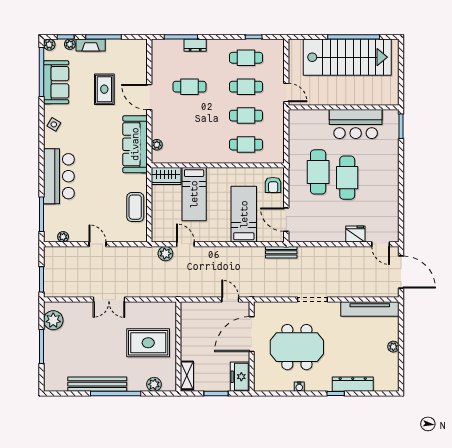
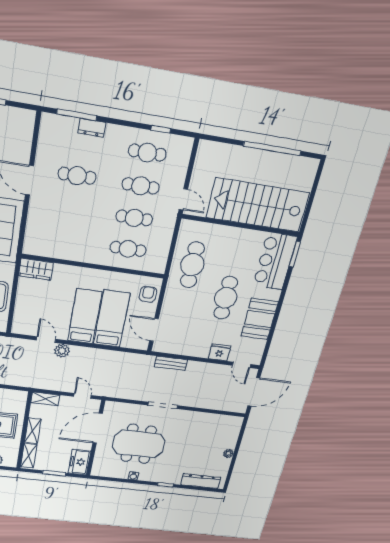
stairs: (347, 57) -> (258, 205), moved, turned 180
bar counter: (356, 124) -> (275, 261), moved, turned 90
plant: (157, 145) -> (30, 235), removed
cafe table: (318, 172) -> (192, 265), moved
armchair: (273, 185) -> (148, 294), turned 180
bed: (194, 194) -> (85, 316), moved, turned 180
booth: (385, 194) -> (260, 319), added
bench: (281, 252) -> (171, 363), moved
plant: (165, 254) -> (62, 351), moved
door: (401, 272) -> (254, 392), hinge flipped
shelving: (194, 308) -> (45, 399), added
tv unit: (370, 309) -> (215, 420), removed
shelving: (187, 345) -> (33, 431), added
dresser: (353, 384) -> (201, 481), moved

